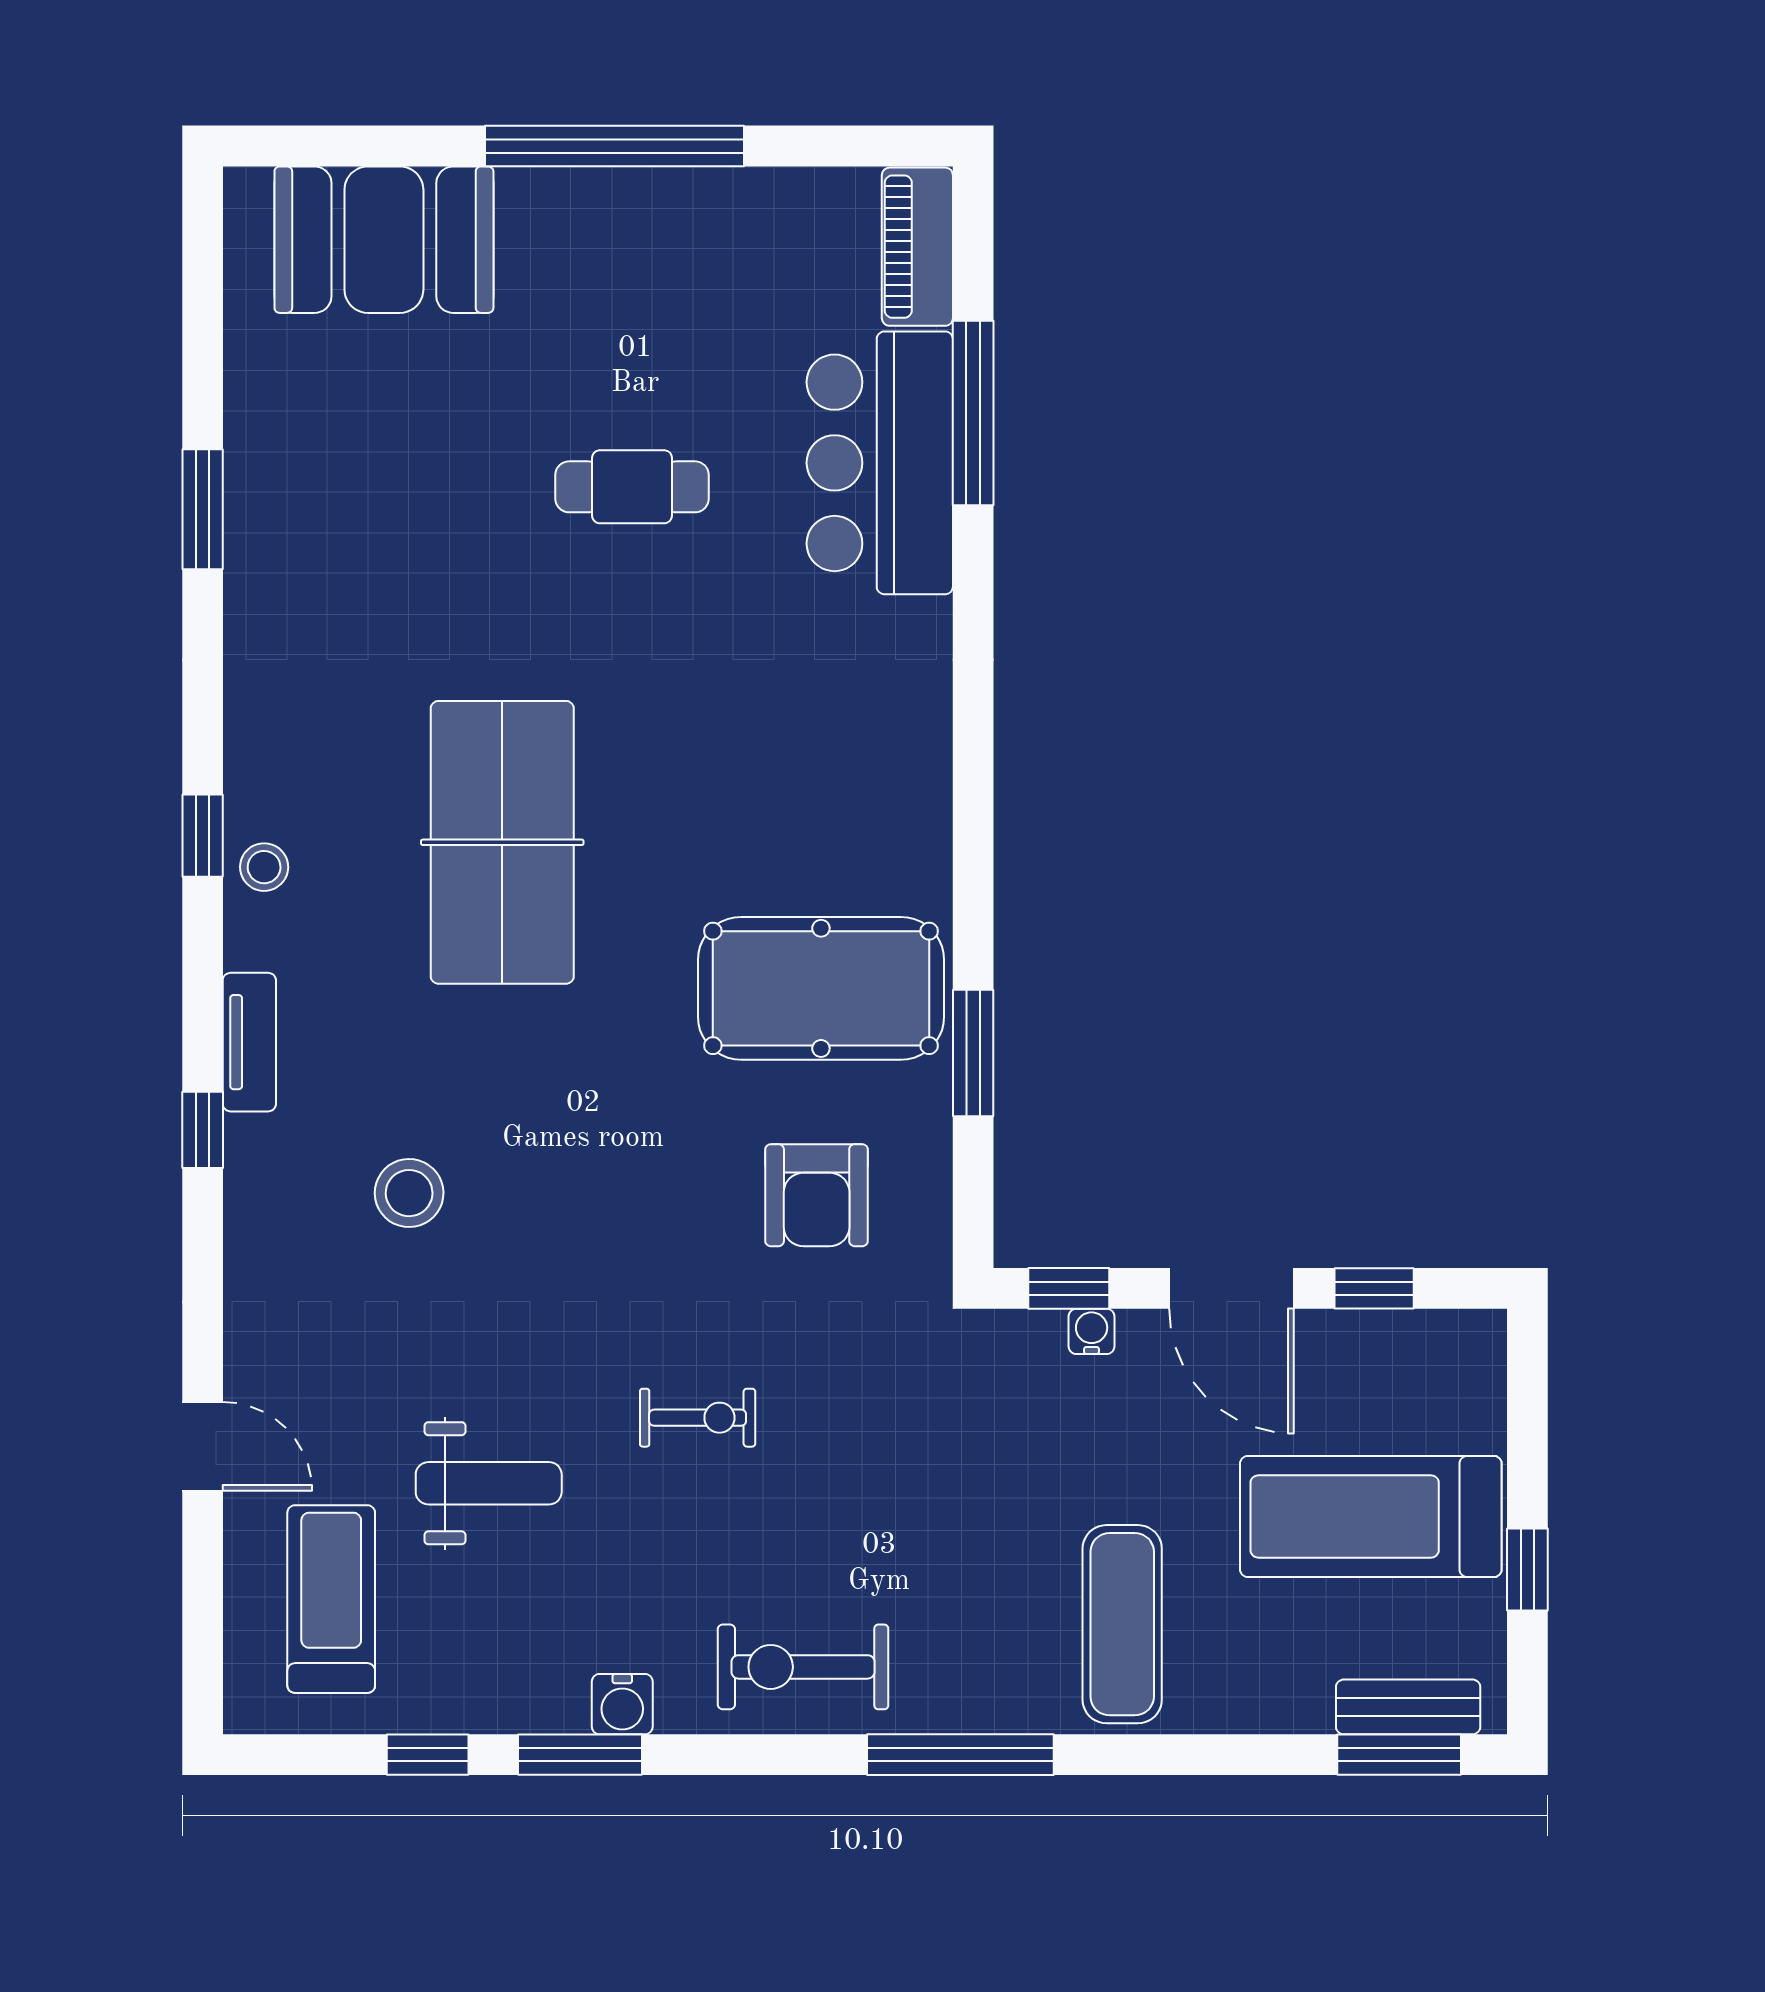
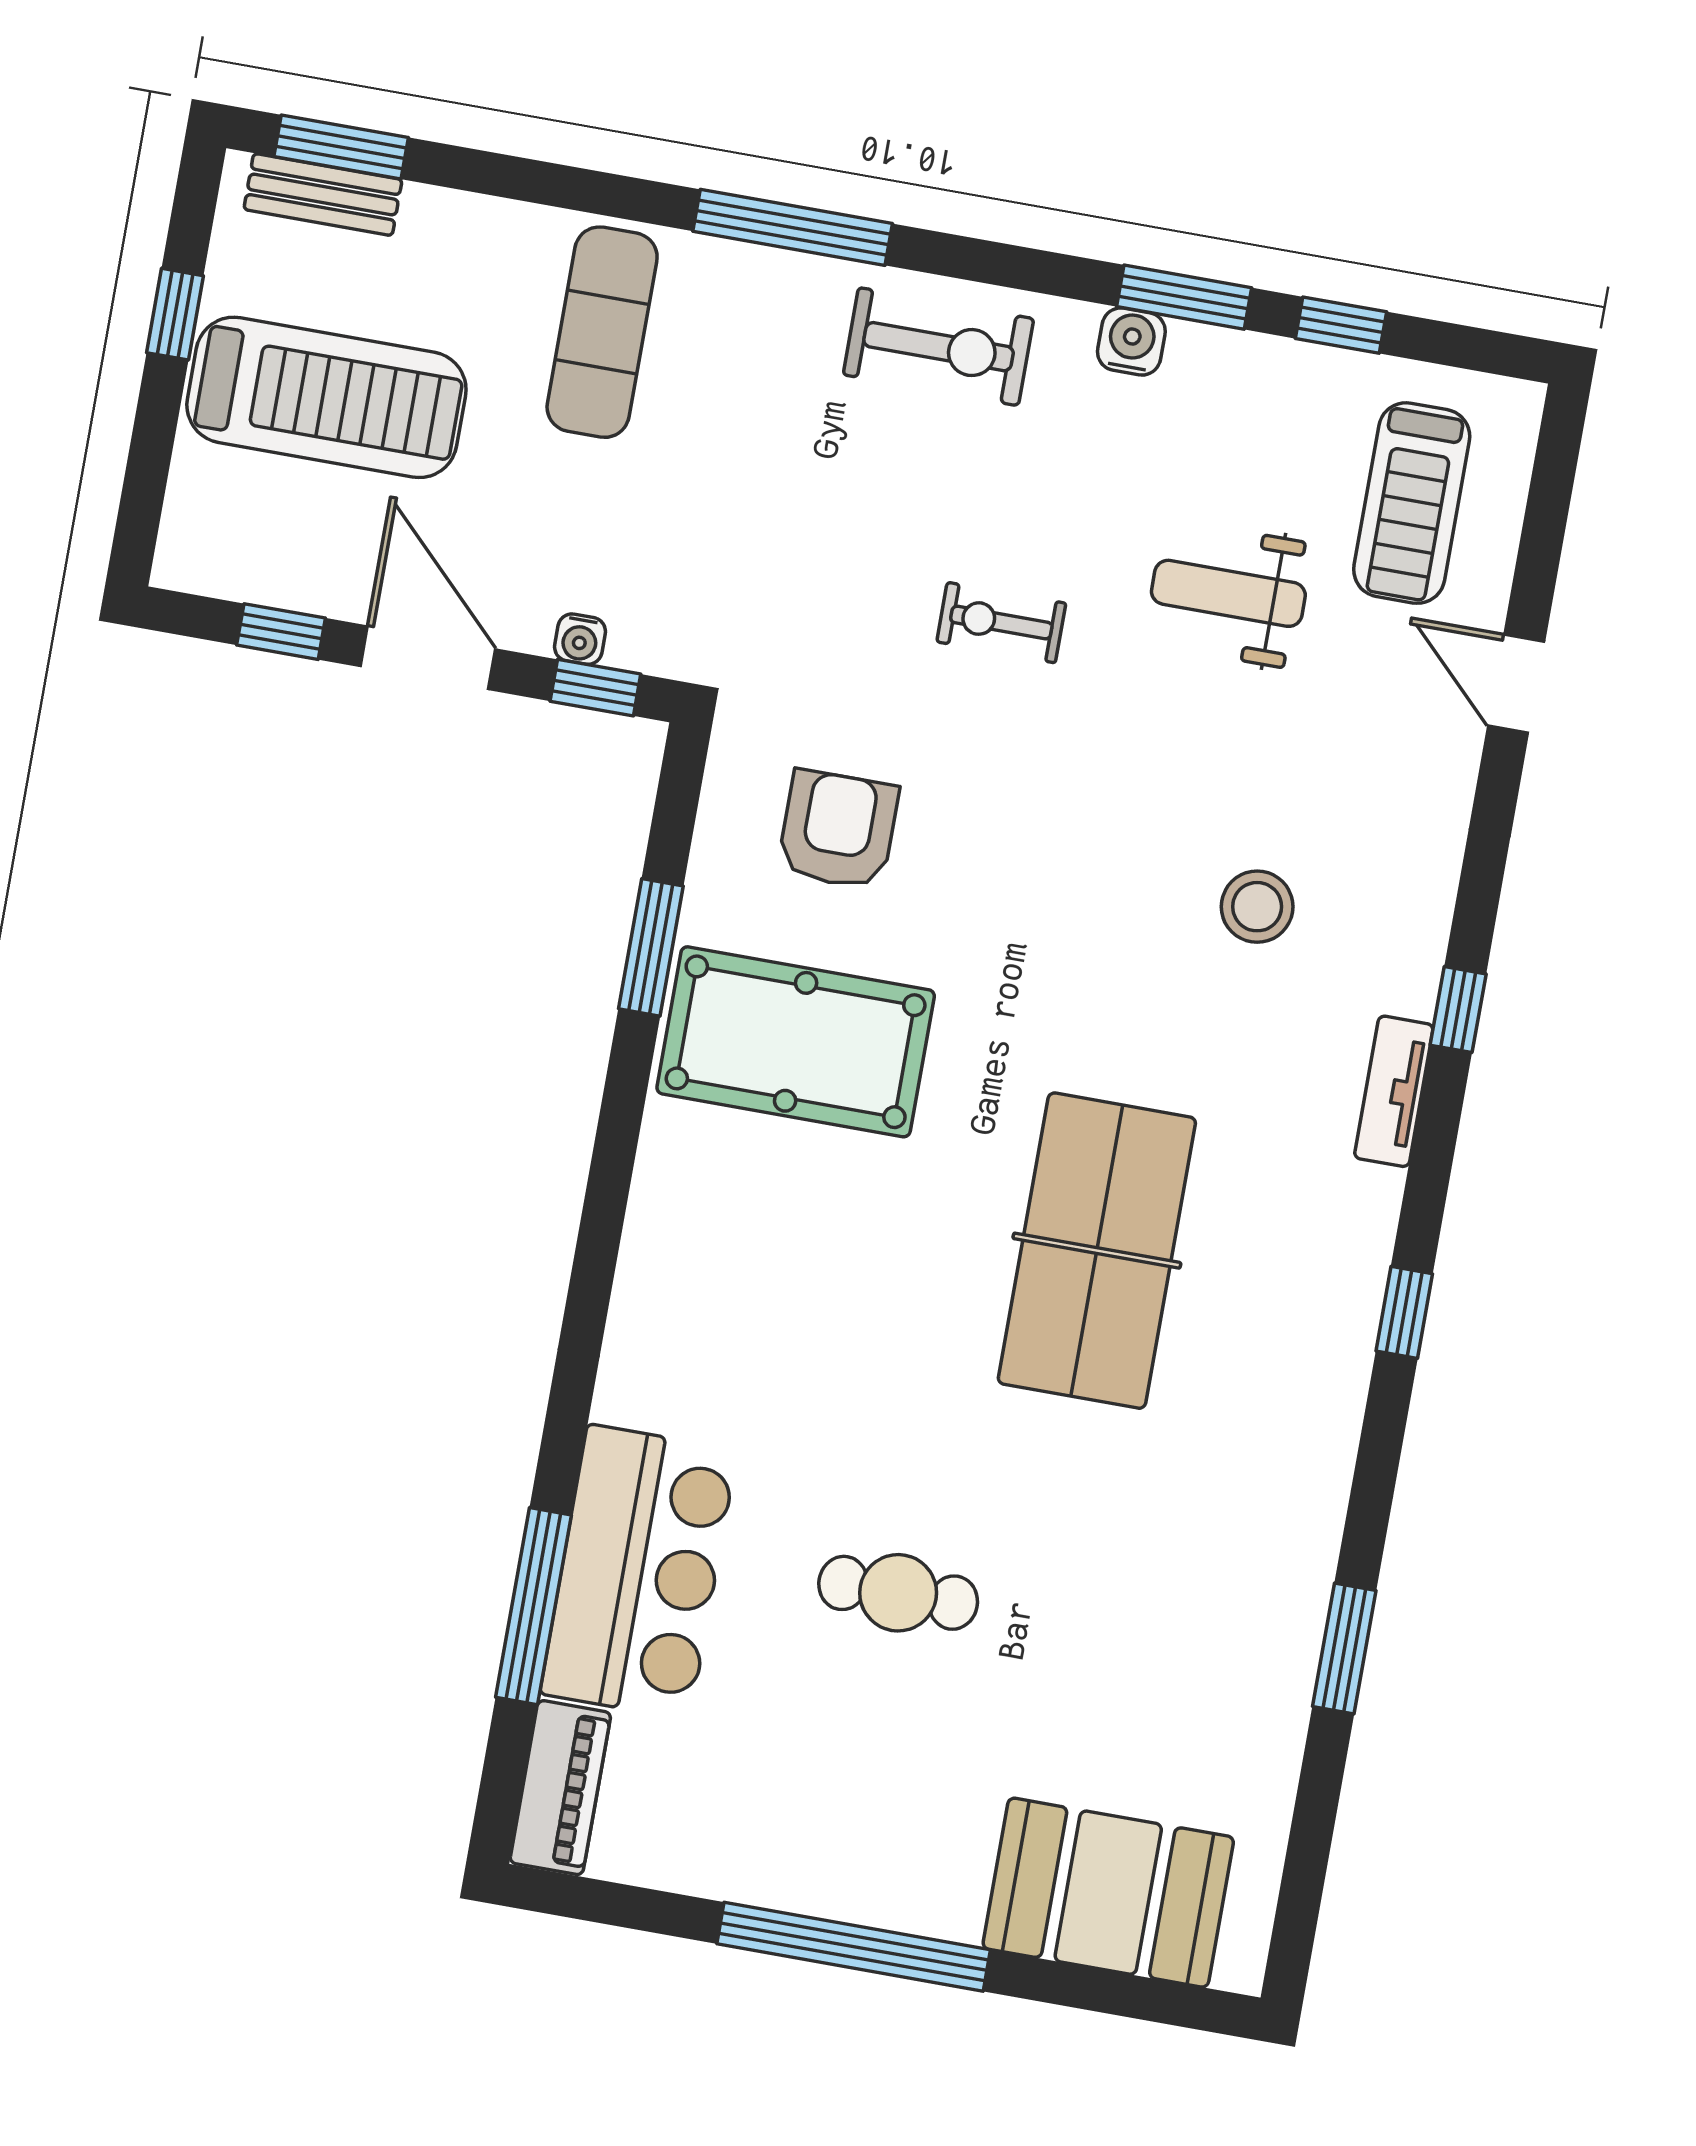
stool: (264, 867) -> (1347, 1269), removed

